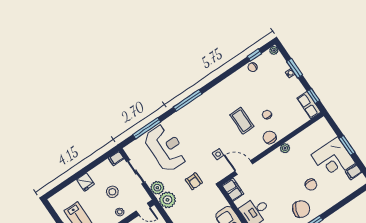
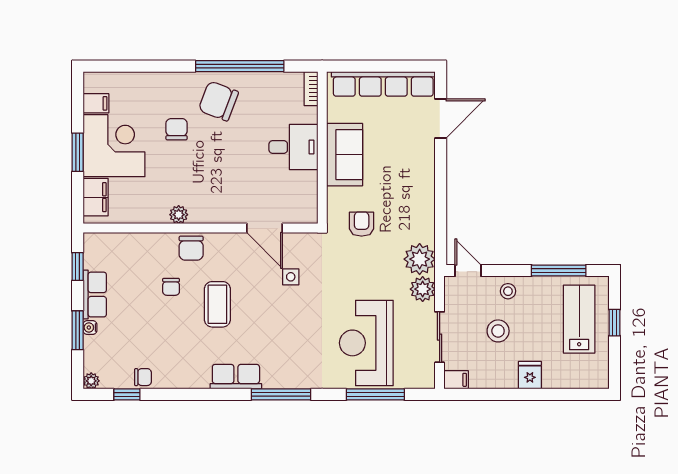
row of seats: (212, 95) -> (236, 377), added
row of seats: (309, 105) -> (95, 295), moved
armchair: (194, 181) -> (362, 224), moved
filing cabinet: (233, 190) -> (96, 197), moved, turned 180

